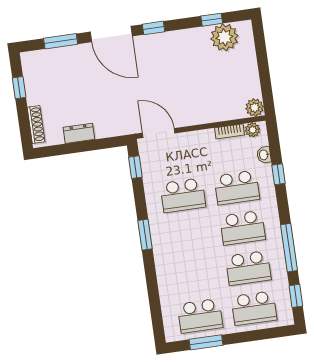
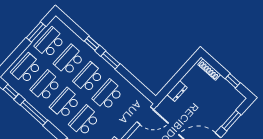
dresser: (79, 133) -> (177, 91), moved
window: (135, 167) -> (92, 43), moved
school desk: (189, 235) -> (88, 78), added
school desk: (194, 276) -> (69, 60), added

